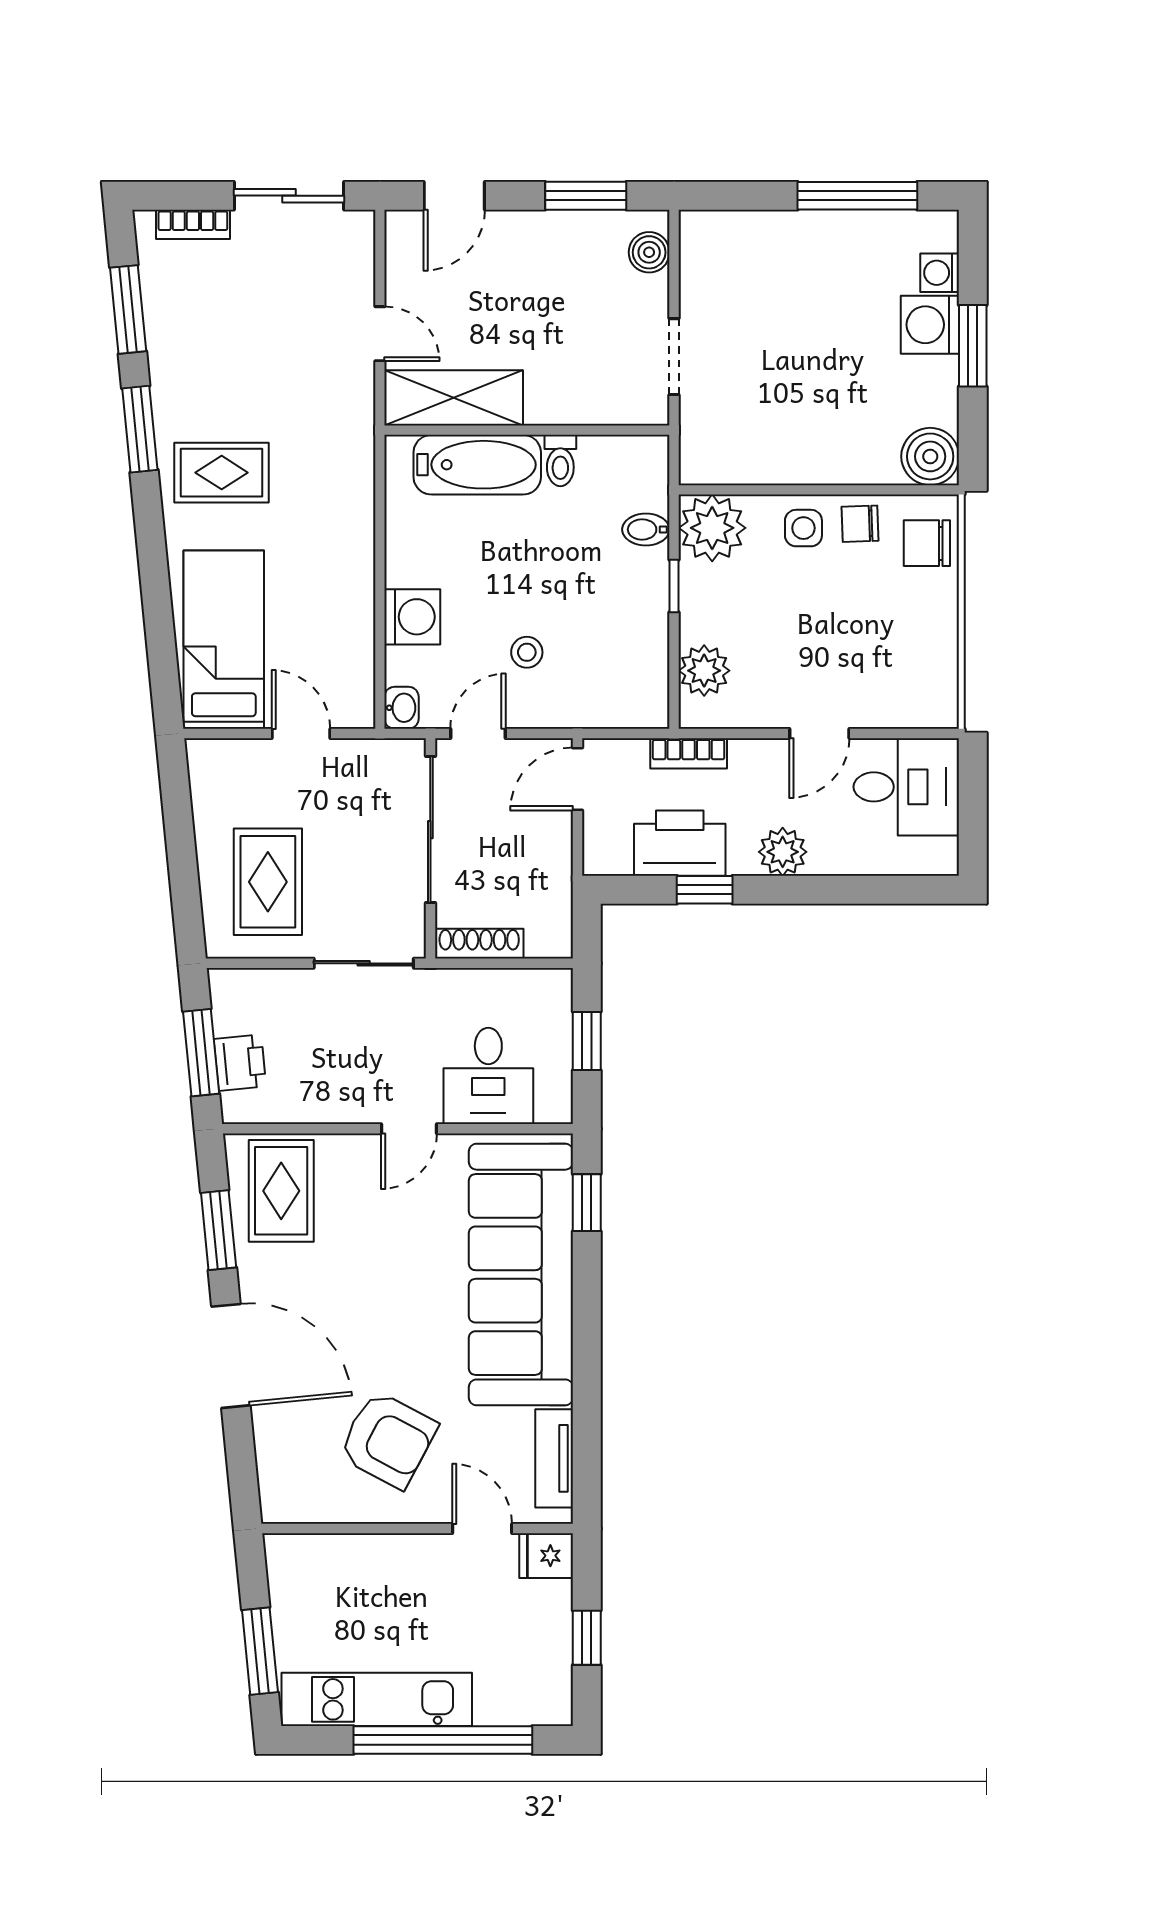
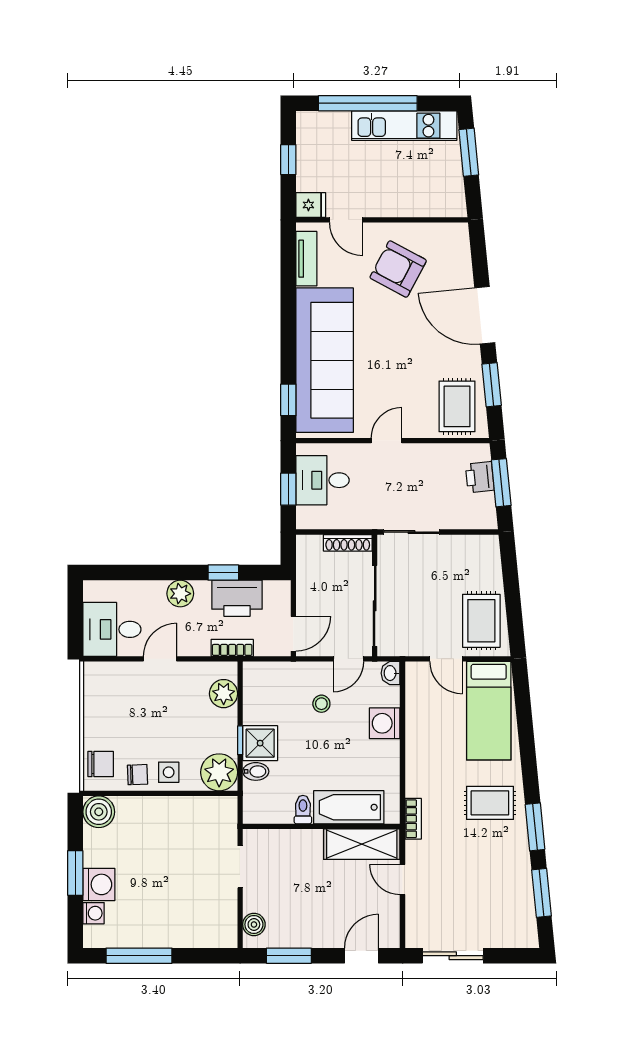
bookcase: (193, 224) -> (413, 819), moved, turned 90
shower: (638, 581) -> (260, 743), added
rug: (268, 882) -> (481, 621), moved
desk: (488, 1076) -> (323, 480), moved, turned -90

